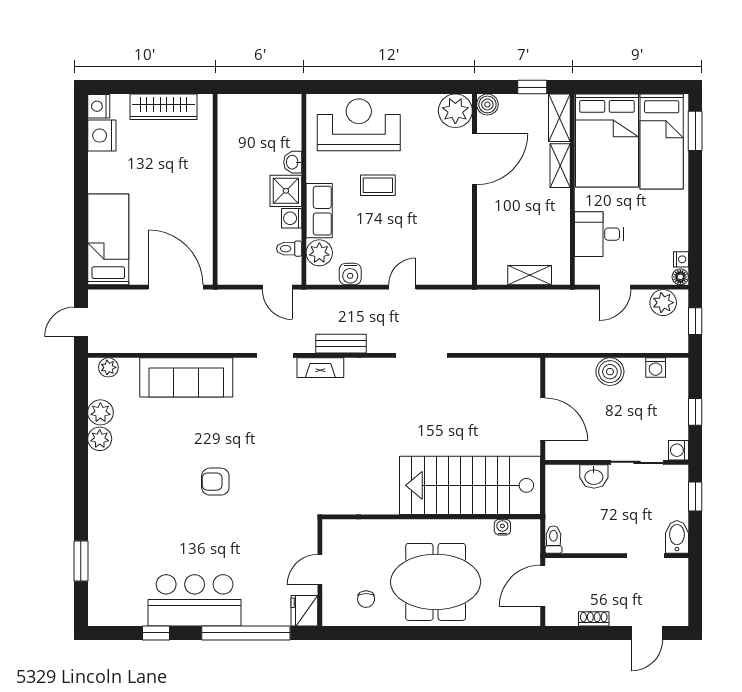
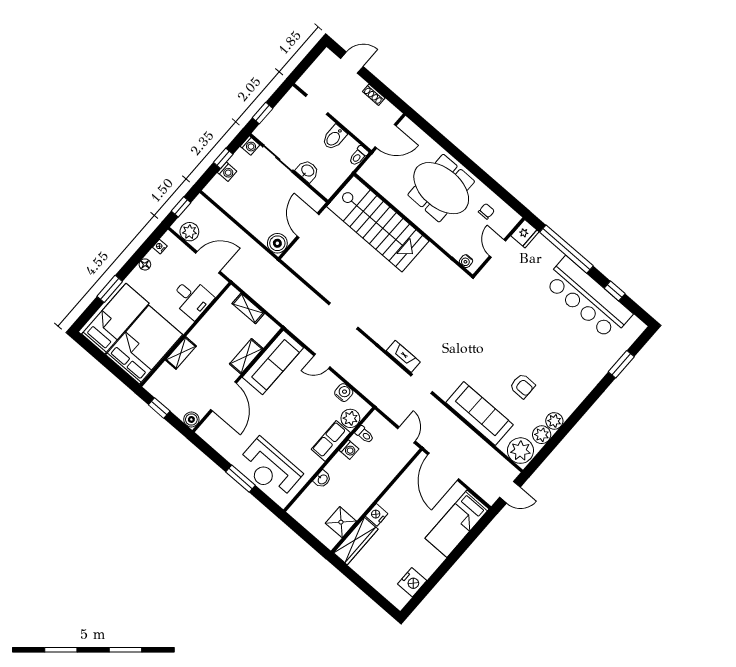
window: (380, 87) -> (241, 479), added
nightstand: (99, 106) -> (377, 515), moved, turned 180
wardrobe: (163, 107) -> (356, 541), moved, turned 90
plant: (455, 111) -> (211, 431), removed
shelving: (559, 118) -> (246, 356), moved
window: (695, 131) -> (110, 289), moved
door: (475, 159) -> (224, 396), swing flipped
coffee table: (378, 185) -> (288, 427), removed
shower: (286, 191) -> (341, 522), moved
sofa: (453, 241) -> (273, 362), added
floor lamp: (680, 277) -> (145, 264), moved
door: (277, 287) -> (407, 435), moved
door: (615, 287) -> (208, 262), width x1.38
bench: (341, 344) -> (381, 360), removed
plant: (108, 367) -> (520, 451), width x1.88, depth x1.88
washing machine: (656, 368) -> (227, 172), moved, turned 90
boiler: (610, 372) -> (277, 243), moved
armchair: (215, 482) -> (522, 386), moved
water cooler: (502, 527) -> (466, 261), moved
bidet: (677, 537) -> (334, 137), moved
door: (320, 570) -> (497, 249), swing flipped
bar counter: (195, 600) -> (588, 298), width x1.36

